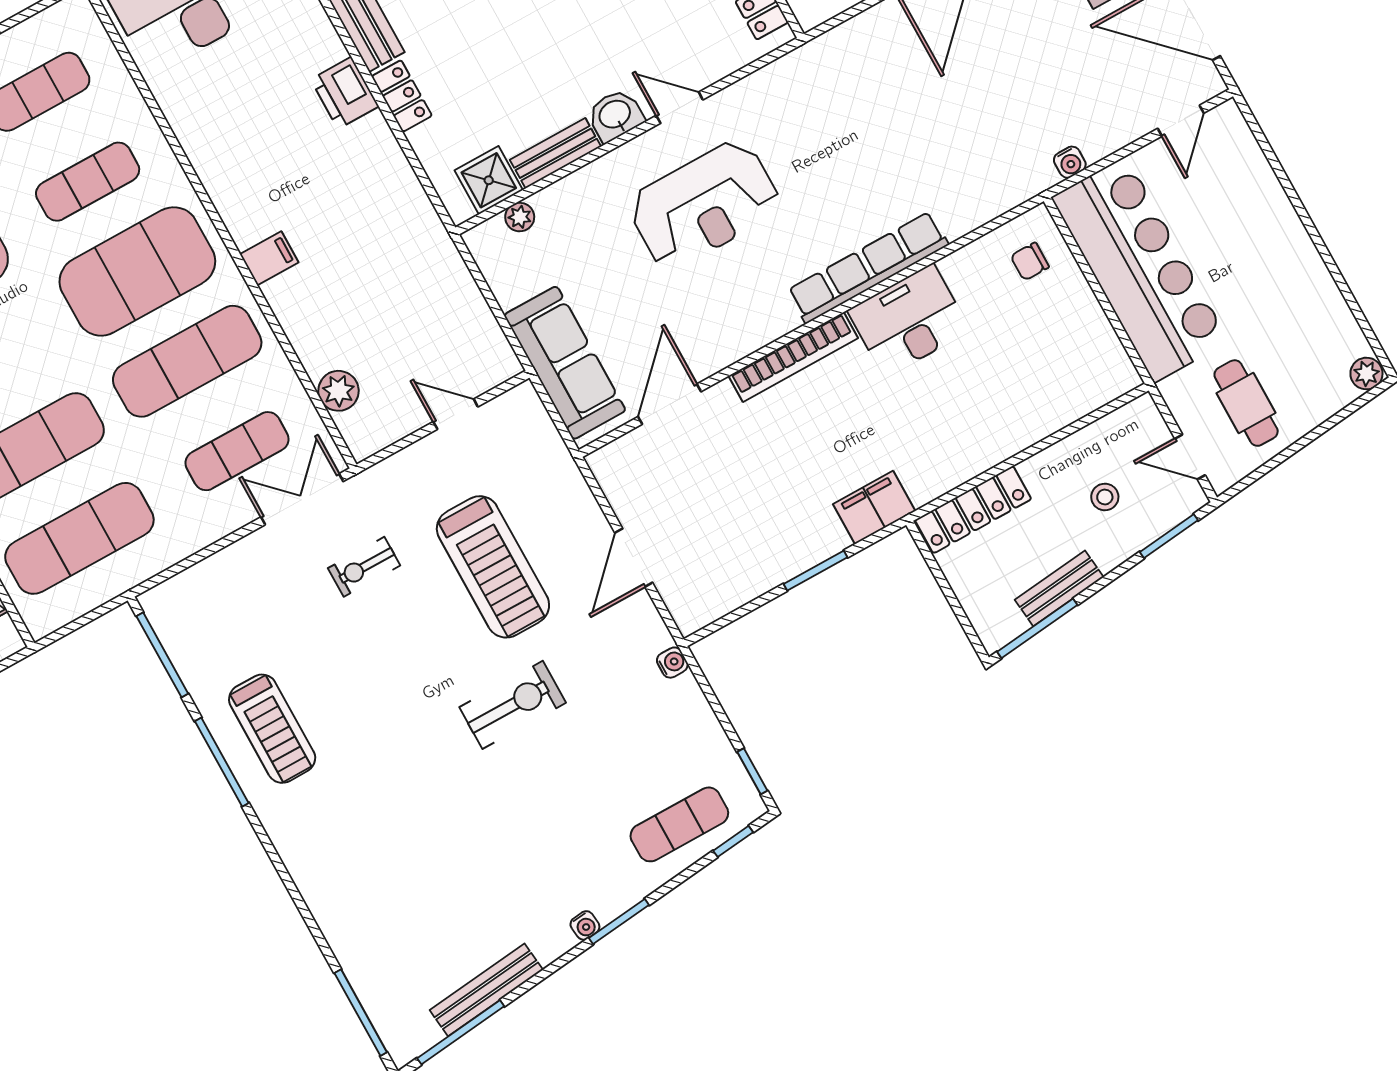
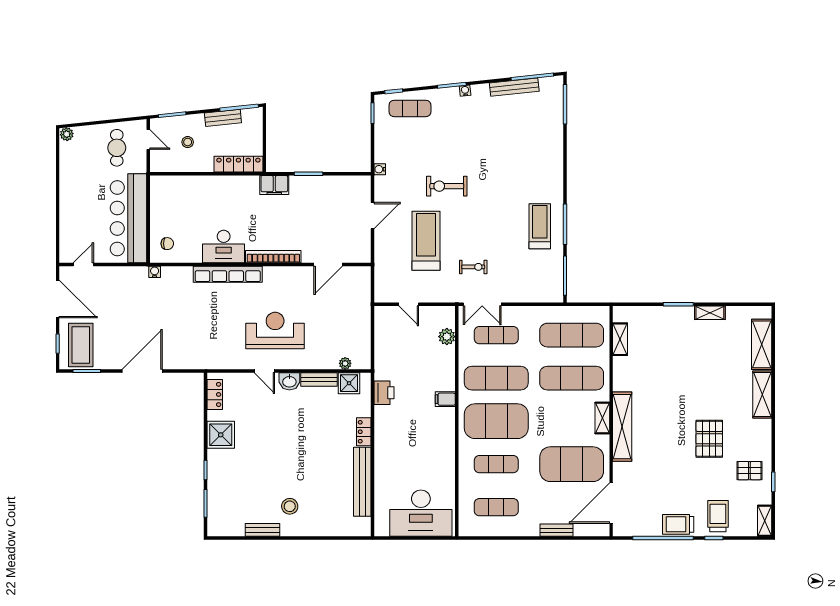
printer: (345, 93) -> (384, 393), moved
water cooler: (1070, 162) -> (155, 272), moved
sofa: (565, 363) -> (358, 301), removed

